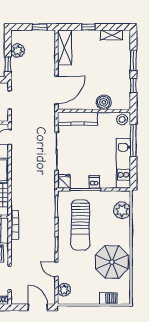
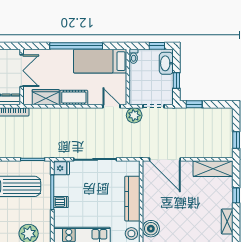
plant: (18, 51) -> (134, 115), moved
boiler: (104, 102) -> (151, 229), moved
kitchen counter: (78, 119) -> (132, 199), moved

